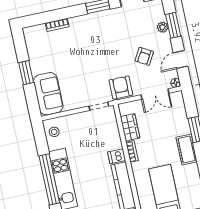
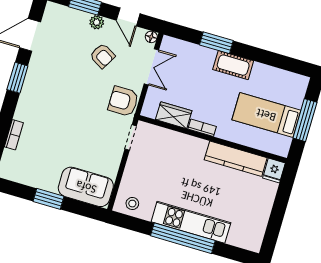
plant: (162, 27) -> (97, 22), moved
dishwasher: (117, 156) -> (198, 148), removed

